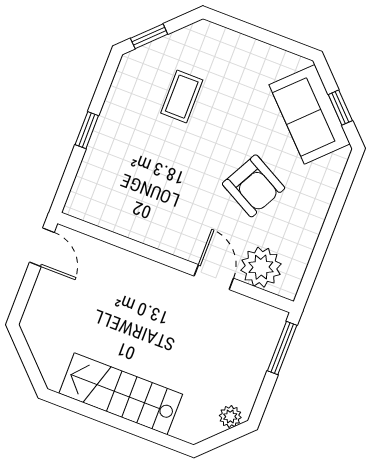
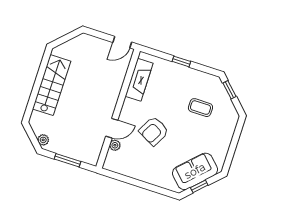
armchair: (254, 186) -> (154, 131), moved
fireplace: (119, 217) -> (139, 80), added
plant: (261, 267) -> (115, 145), width x0.53, depth x0.53
window: (282, 348) -> (67, 160), moved

